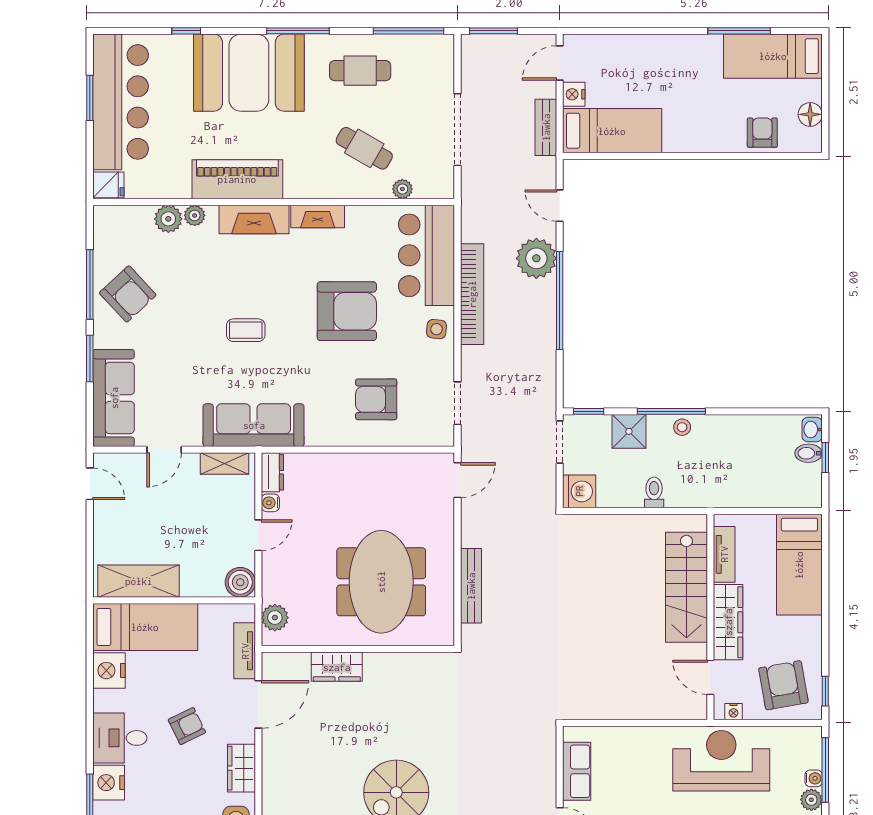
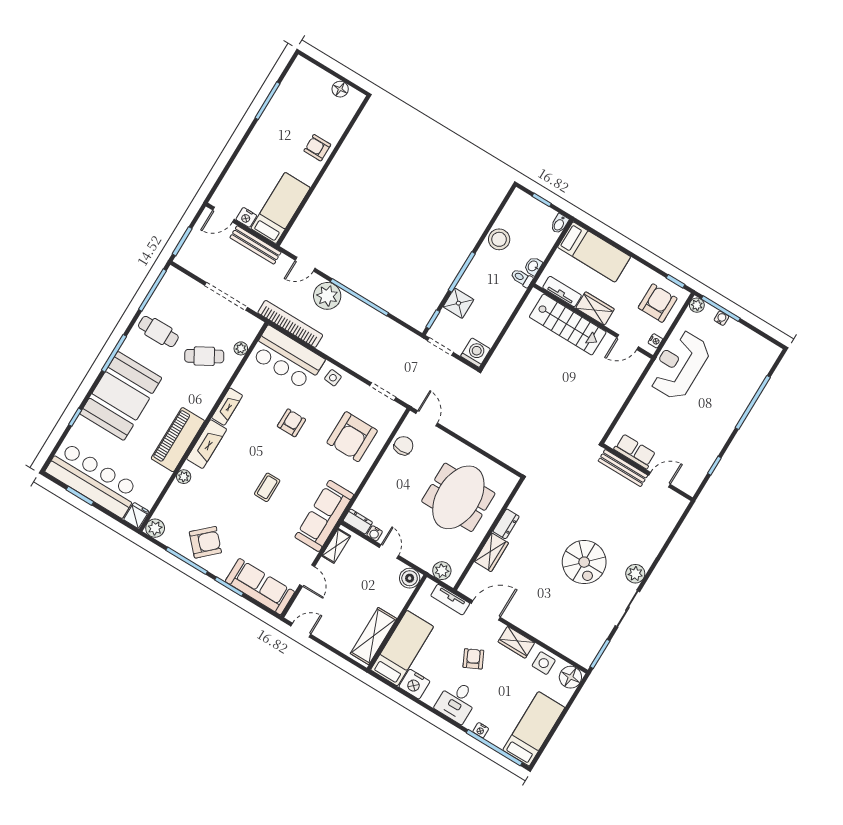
bed: (773, 56) -> (294, 90), removed
door: (560, 63) -> (223, 215), hinge flipped
cafe table: (360, 71) -> (158, 331), turned 90
bench: (546, 127) -> (255, 245), width x1.36
armchair: (762, 133) -> (317, 148), moved
cafe table: (364, 148) -> (204, 356), turned 30
plant: (168, 219) -> (155, 528), moved
bookcase: (472, 294) -> (290, 324), moved
armchair: (347, 311) -> (291, 423), width x0.53, depth x0.53
armchair: (376, 399) -> (352, 437), width x1.36, depth x1.36
stool: (682, 427) -> (499, 239), moved, width x1.89, depth x1.89
washbasin: (812, 430) -> (533, 266), moved, turned 90
bidet: (809, 453) -> (559, 224), moved
chair: (405, 472) -> (404, 446), added
toilet: (654, 492) -> (522, 278), moved
meeting table: (381, 582) -> (458, 497), turned 90
bench: (471, 586) -> (623, 468), moved
wardrobe: (728, 622) -> (595, 309), width x0.67
dresser: (384, 663) -> (506, 524), added
armchair: (783, 685) -> (658, 303), turned 100
door: (258, 704) -> (486, 610), hinge flipped
nightstand: (109, 783) -> (481, 730), width x0.53, depth x0.56
plant: (811, 800) -> (697, 305), moved

